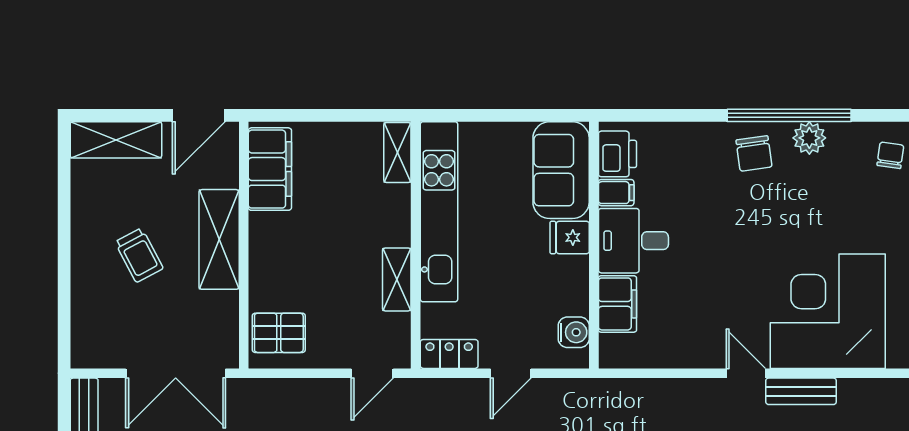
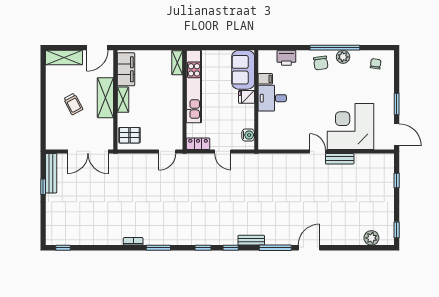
printer: (617, 154) -> (286, 58), moved, turned 90
shelving: (397, 279) -> (123, 100), moved
filing cabinet: (617, 304) -> (266, 124), removed
door: (511, 373) -> (223, 151), hinge flipped

